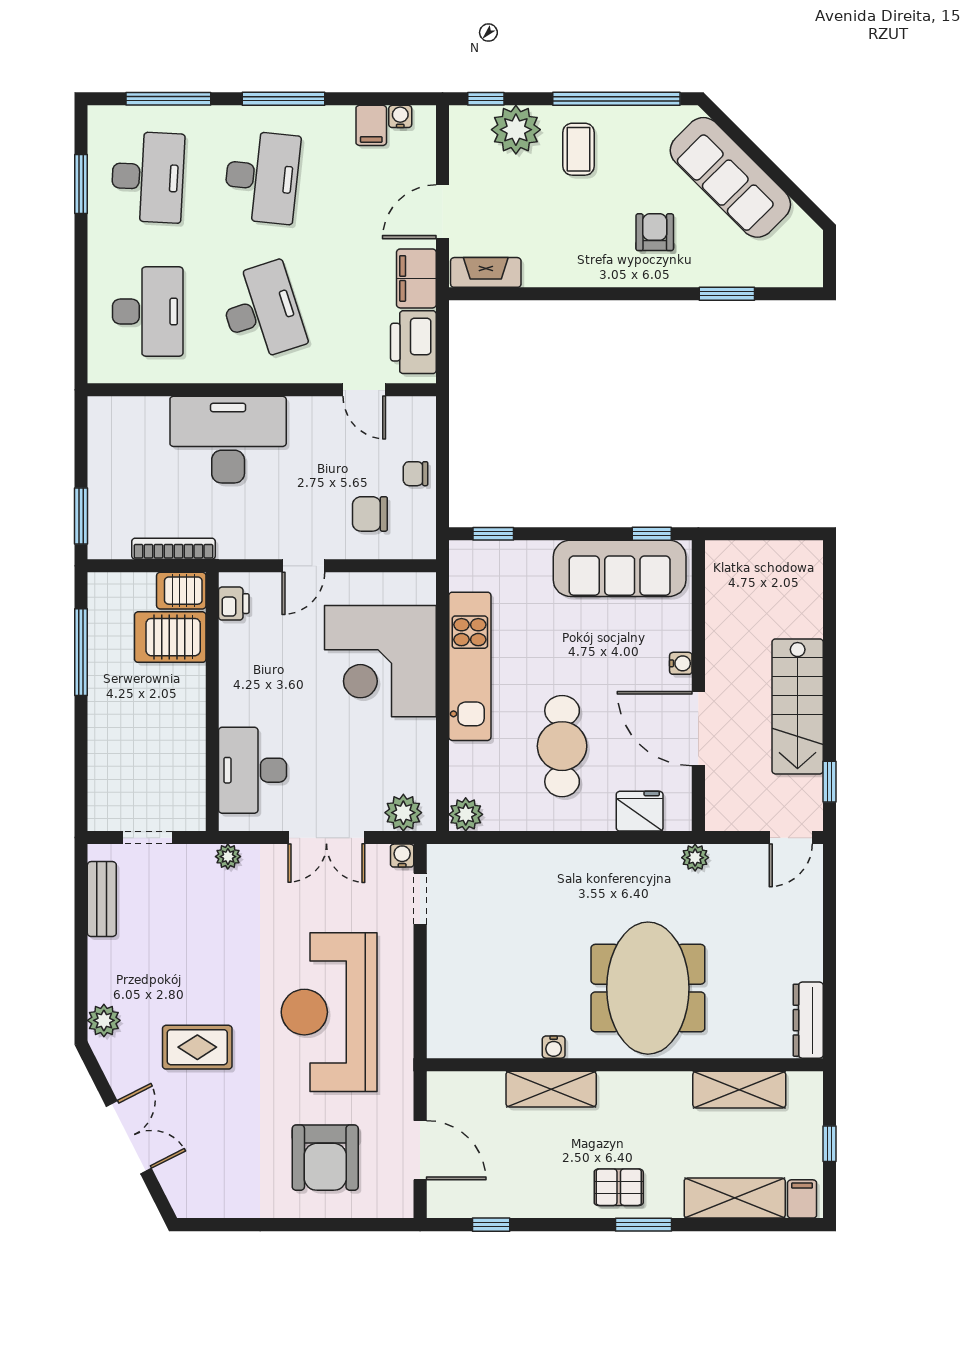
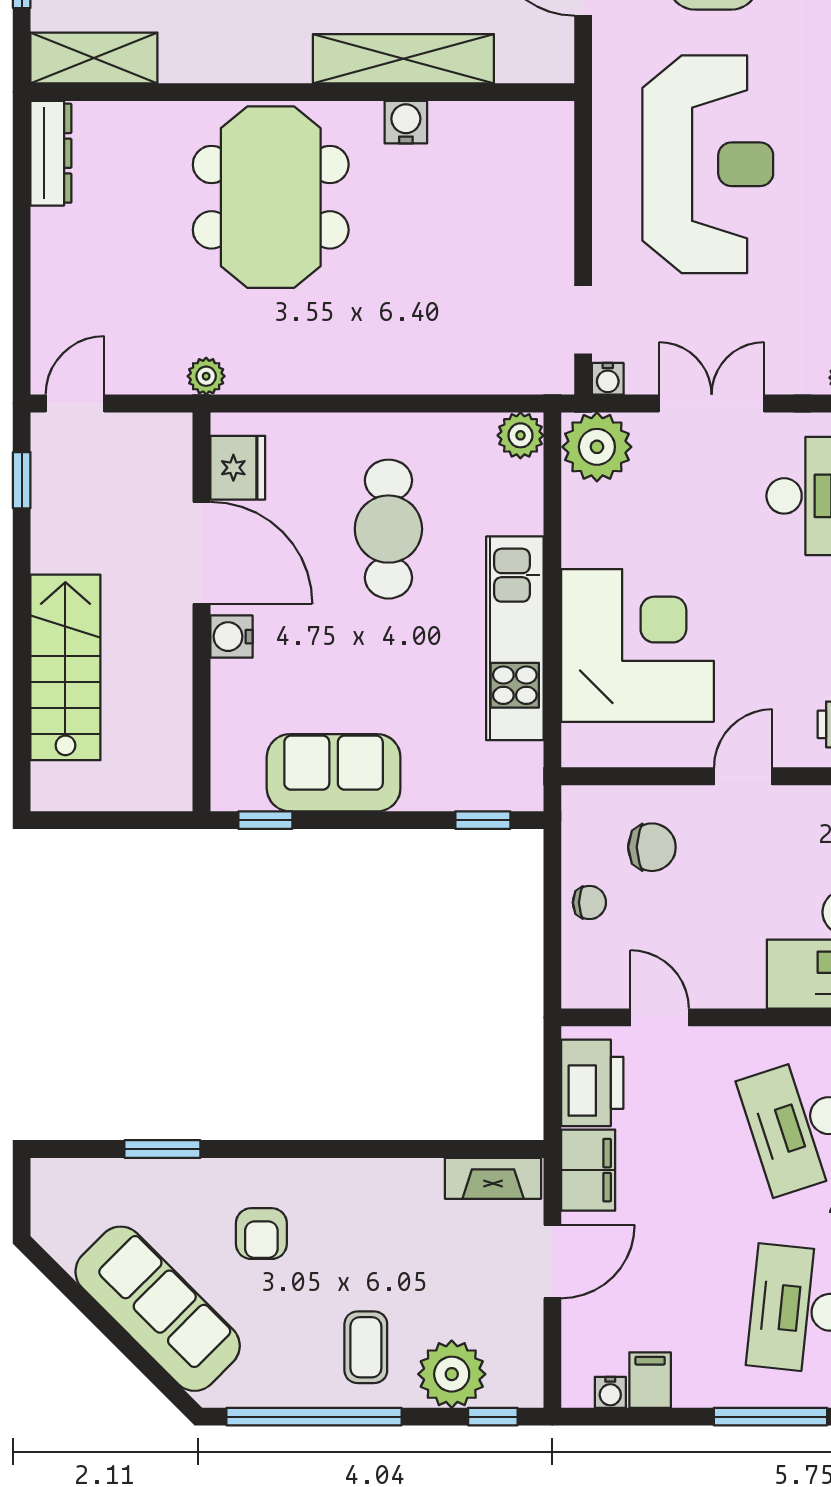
sofa: (620, 568) -> (334, 773), width x0.73
water cooler: (681, 663) -> (231, 637), width x1.38, depth x1.38
stairs: (798, 706) -> (65, 667), moved
fridge: (640, 811) -> (238, 468), moved, turned -90
plant: (403, 813) -> (597, 447), width x1.36, depth x1.36
water cooler: (554, 1047) -> (406, 122), width x1.38, depth x1.38
shelving: (551, 1089) -> (403, 59), width x1.47
shelving: (739, 1090) -> (94, 58), moved

